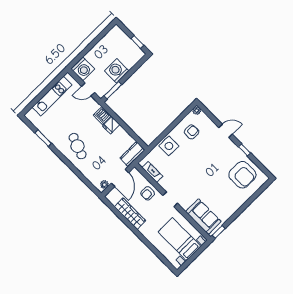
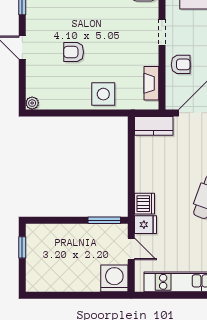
washing machine: (117, 71) -> (78, 238), removed
fridge: (111, 125) -> (145, 225), moved
armchair: (192, 132) -> (74, 52), moved

